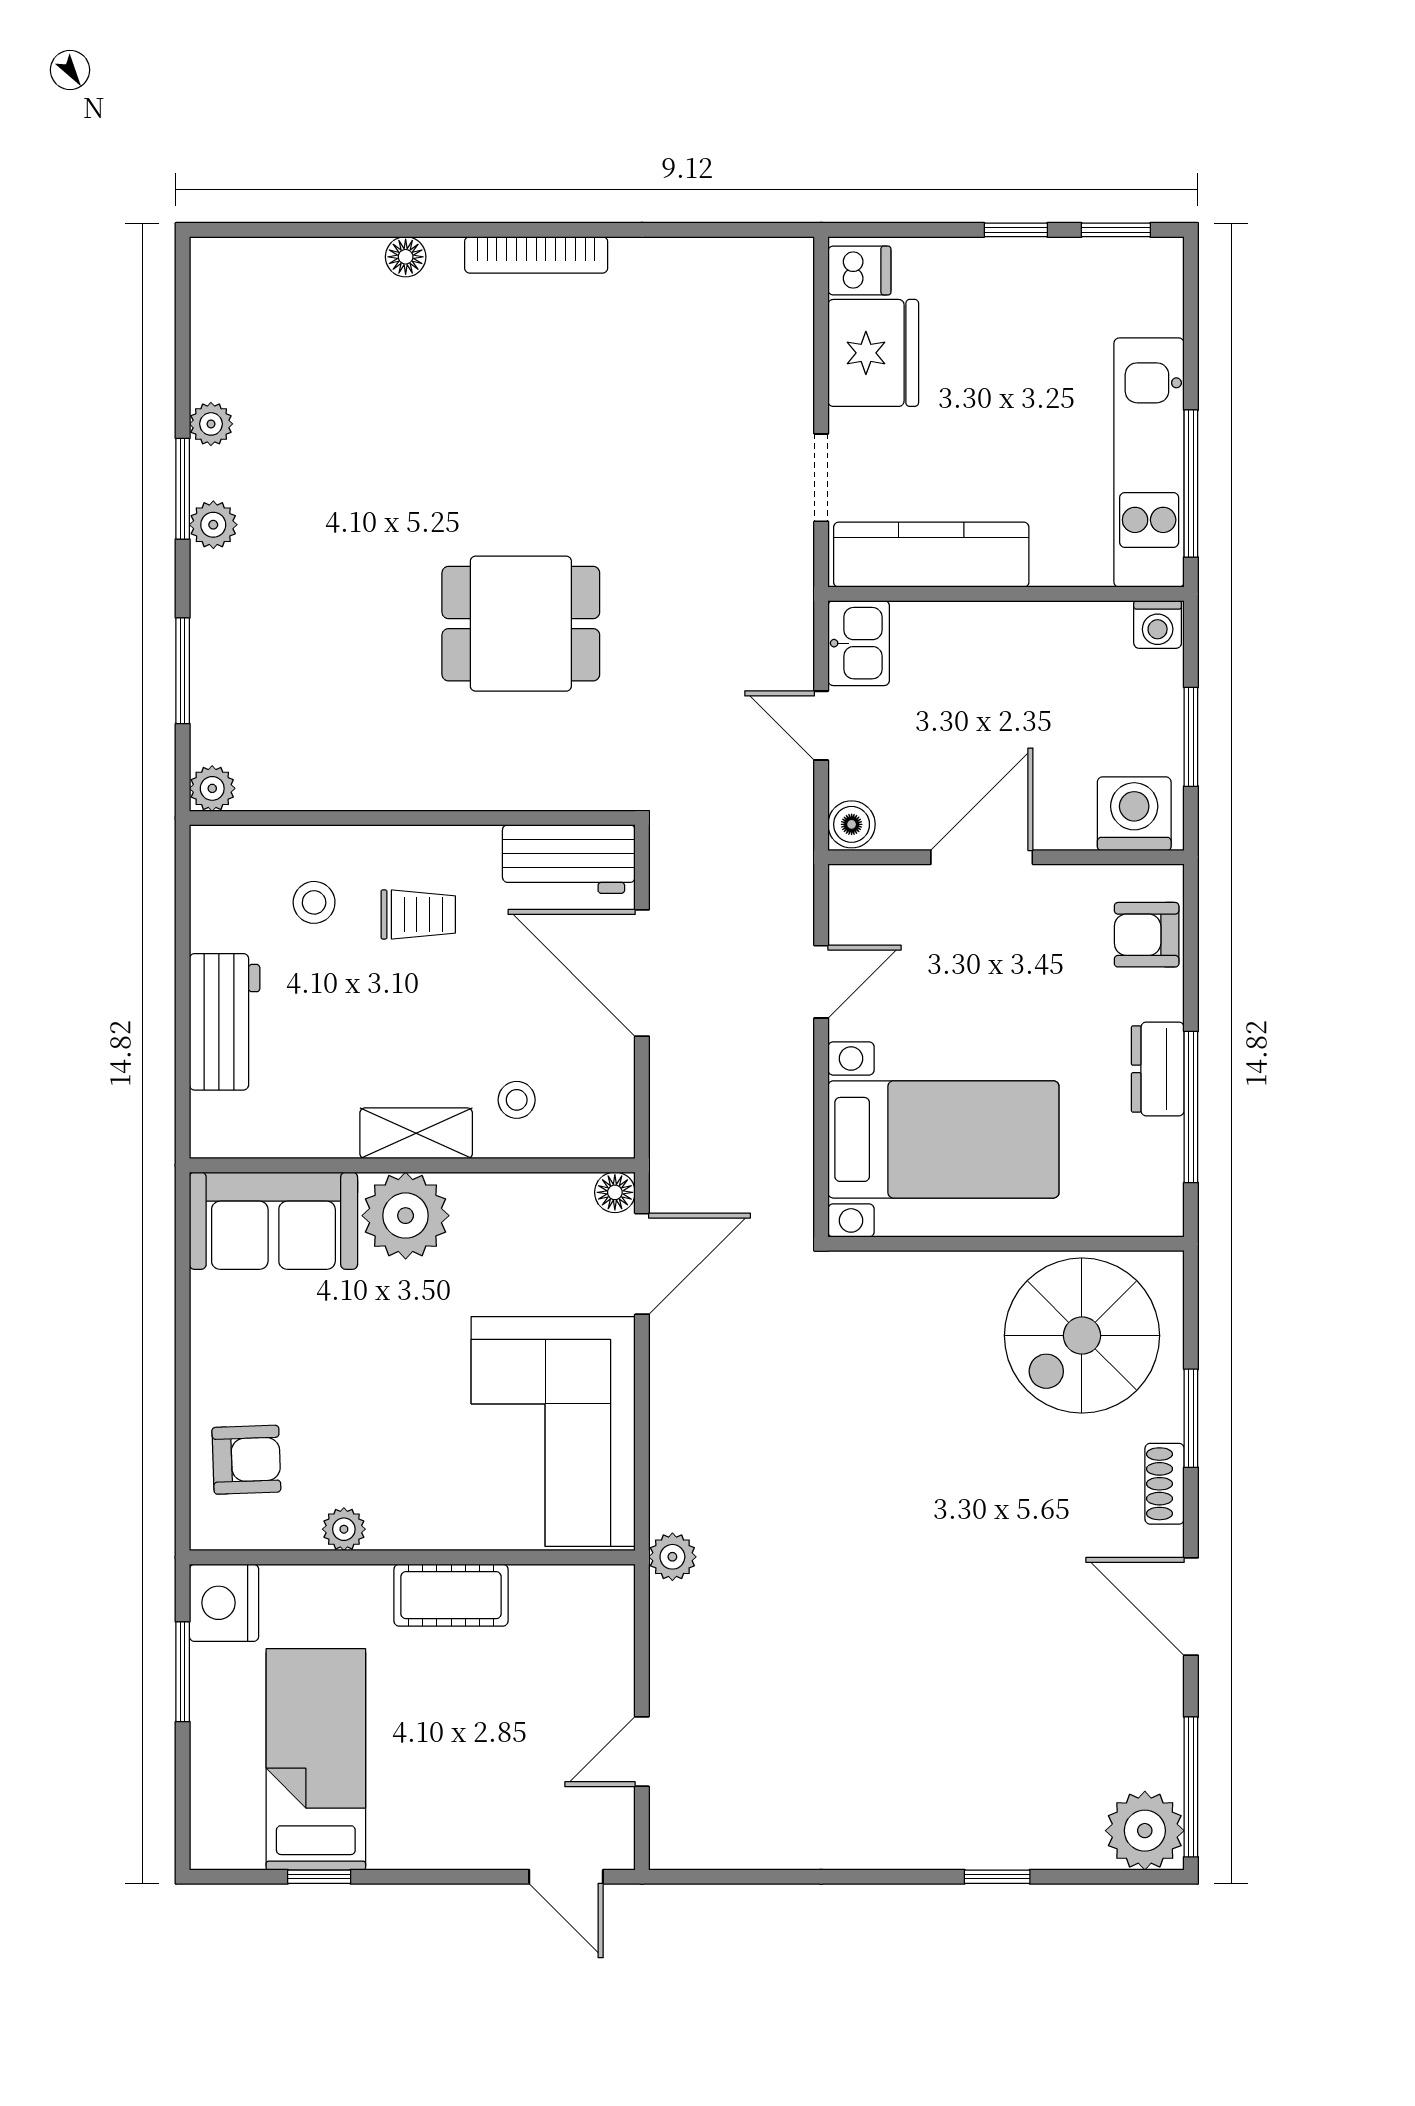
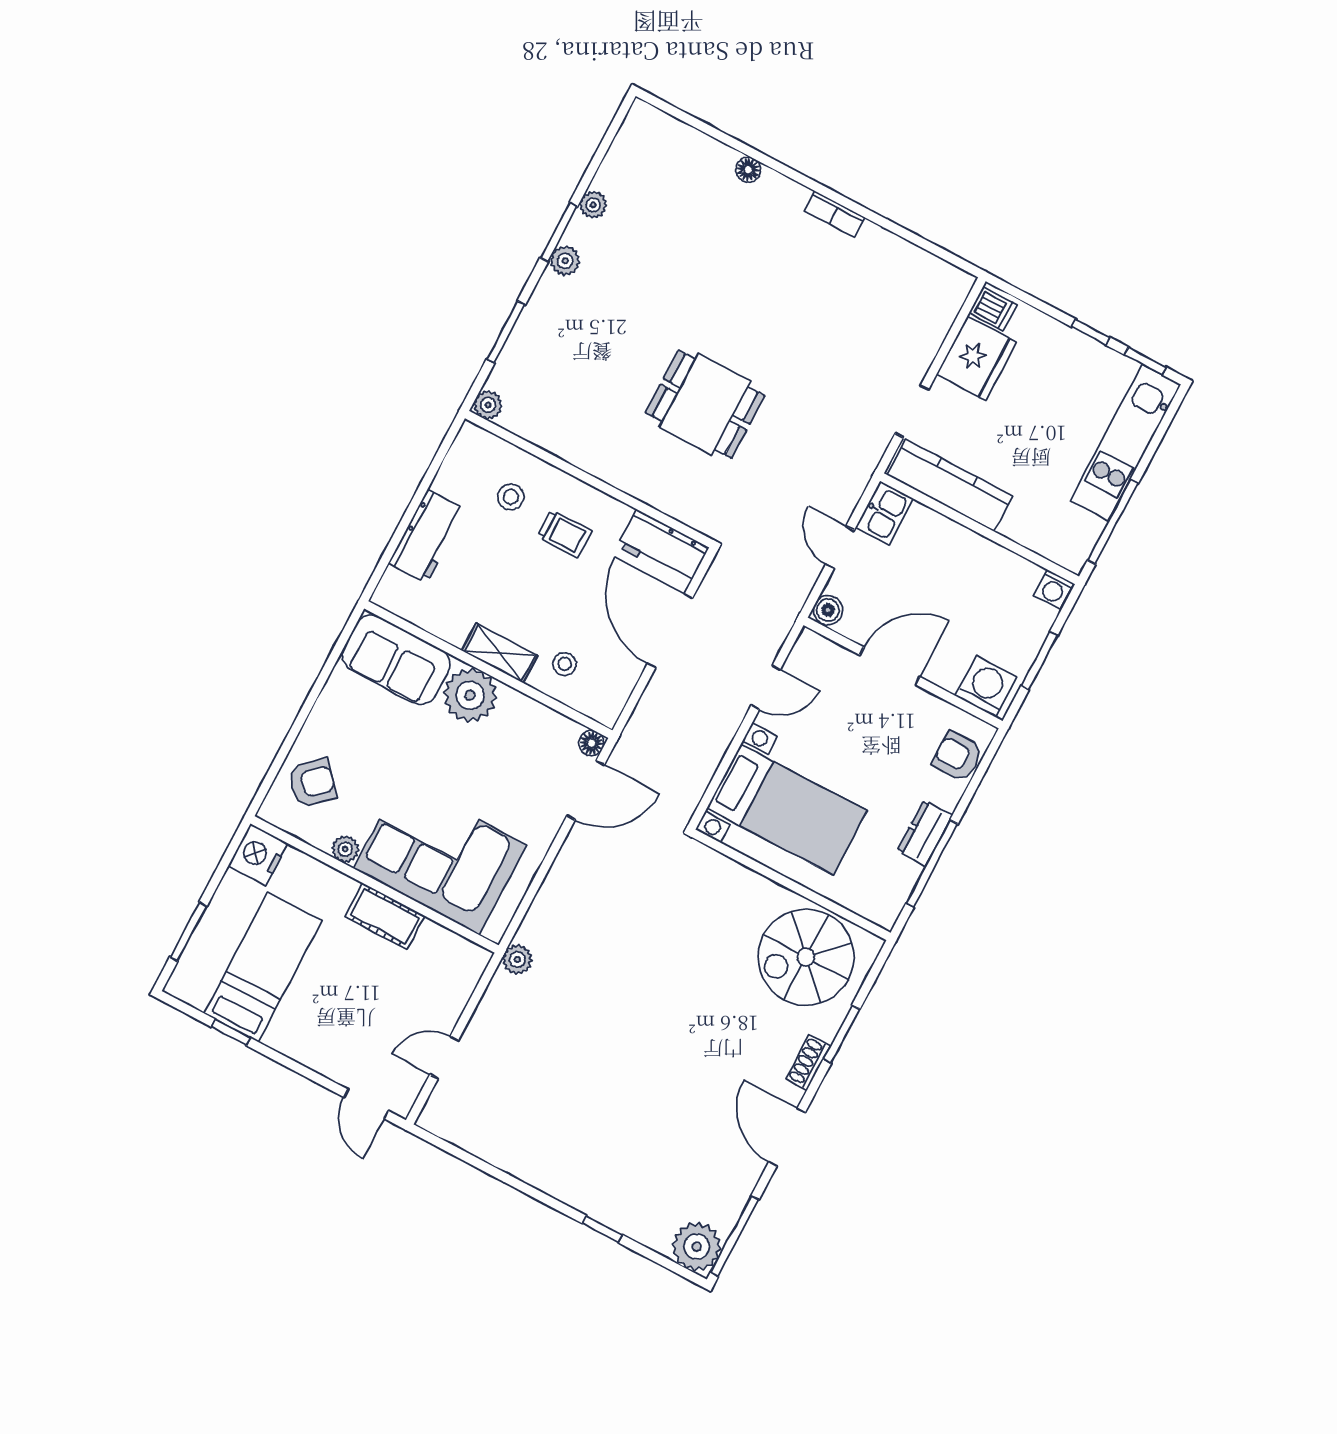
bookcase: (536, 255) -> (834, 214), width x0.64
kitchen unit: (1149, 463) -> (1125, 443), moved
corner sofa: (553, 1431) -> (440, 857), moved, turned 90
armchair: (246, 1460) -> (312, 783), turned -40
window: (183, 1672) -> (188, 932), moved

